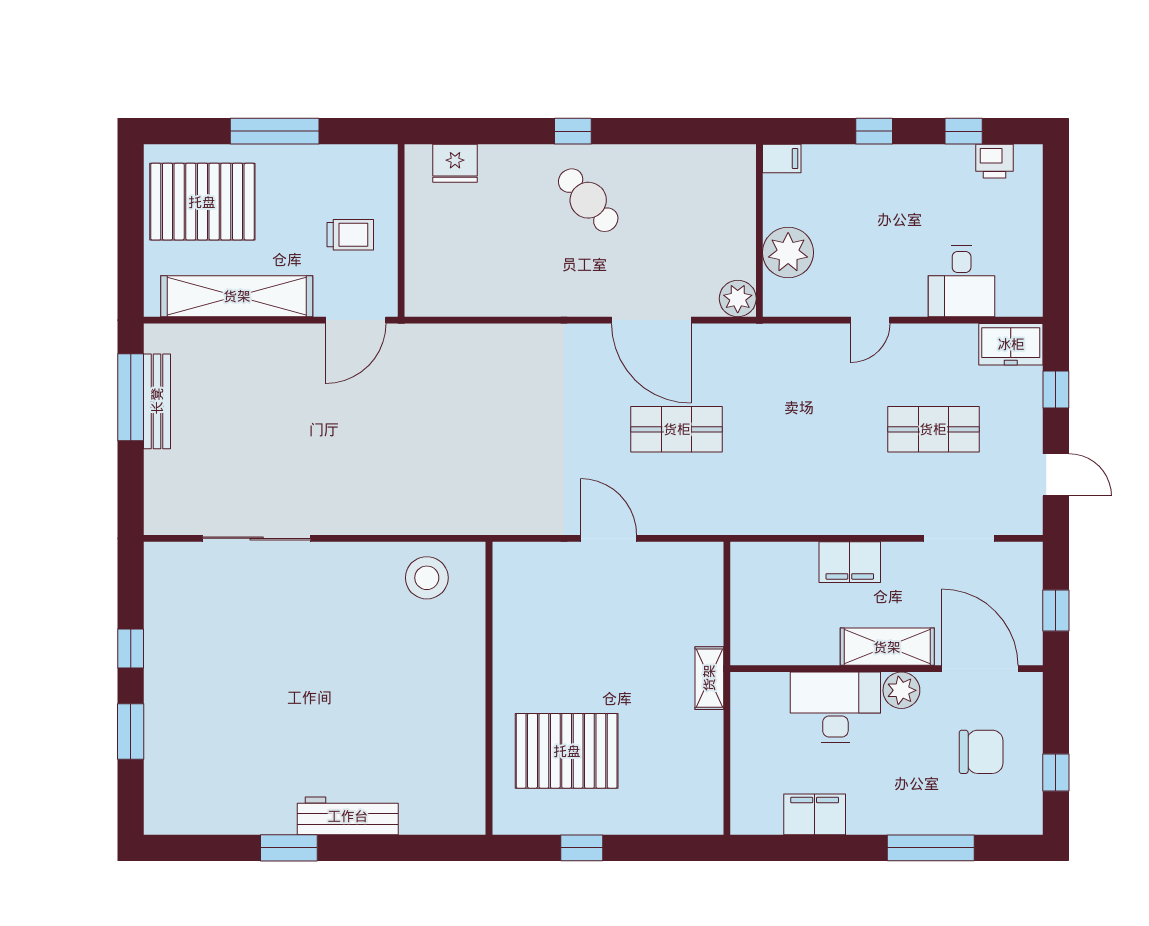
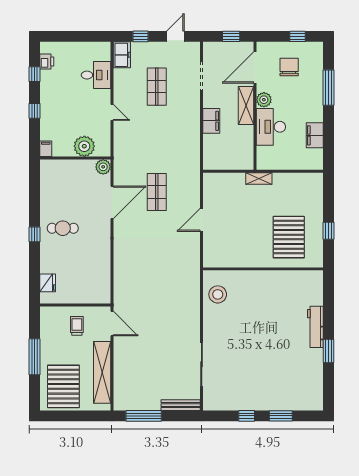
cafe table: (588, 200) -> (63, 228), turned 42
bench: (157, 401) -> (181, 405), moved

